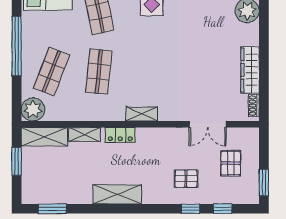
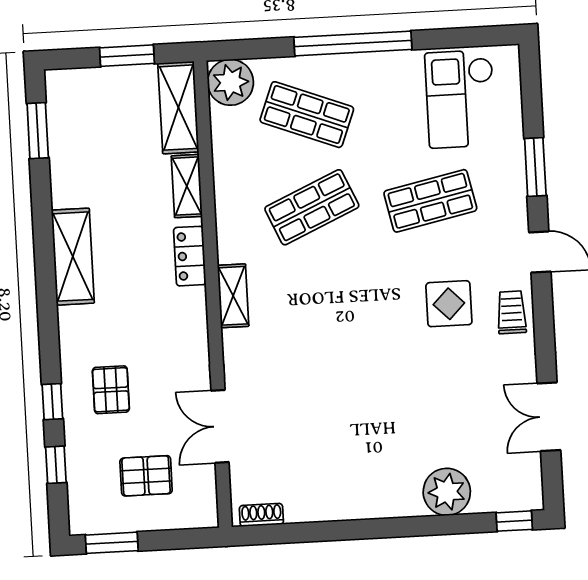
wardrobe: (250, 70) -> (331, 504), removed
shop shelf: (99, 72) -> (312, 207), turned -30

